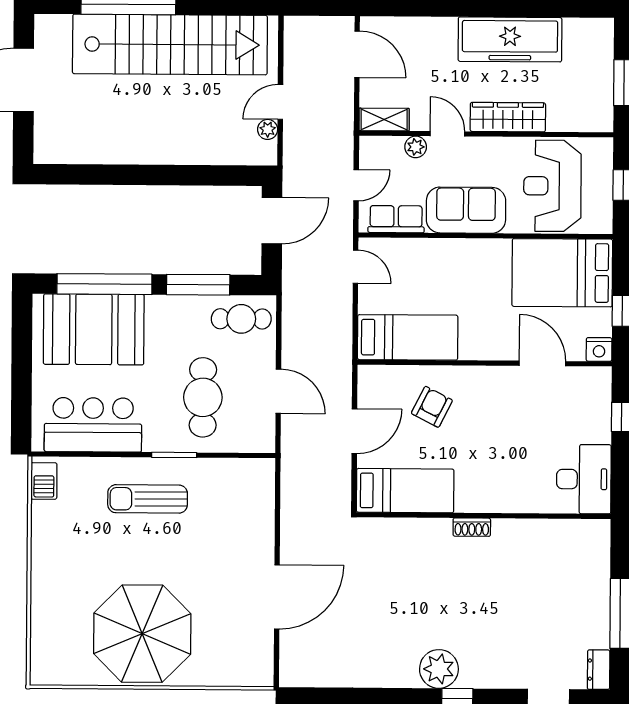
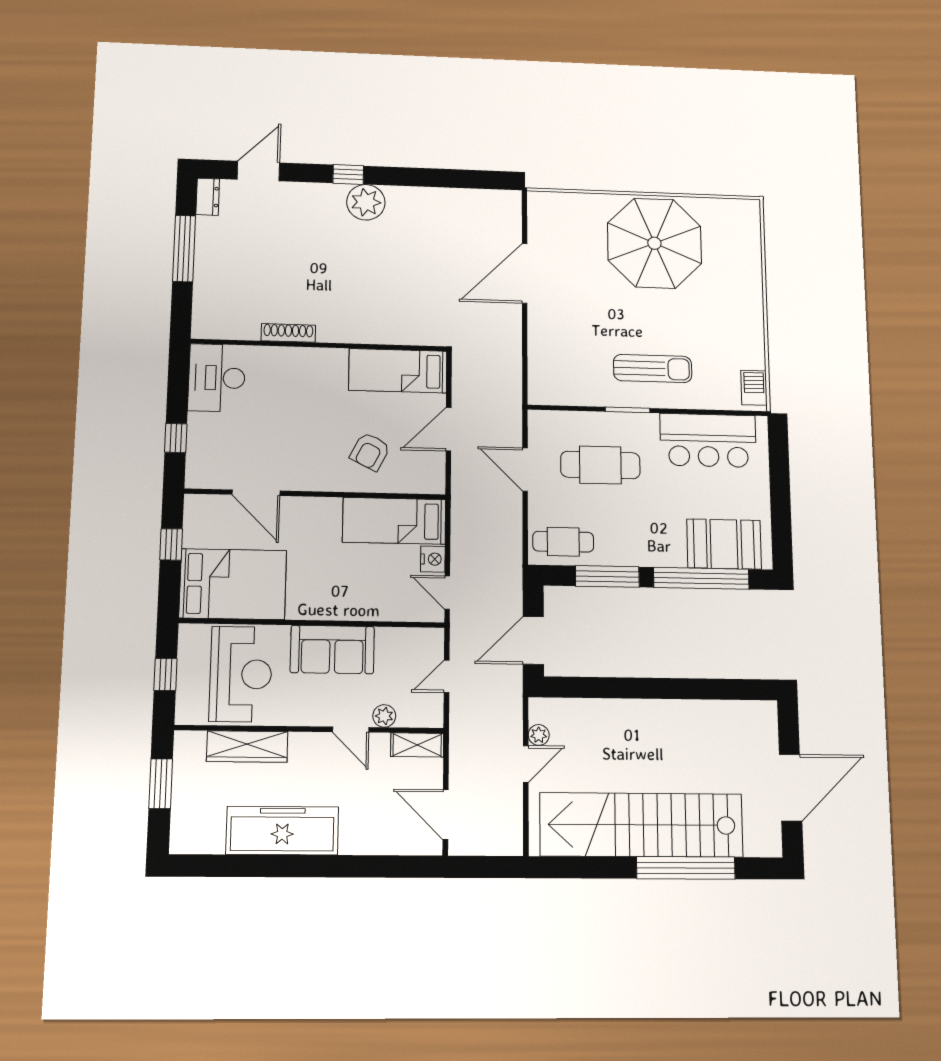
wardrobe: (508, 117) -> (247, 747), moved
row of seats: (396, 219) -> (405, 641), removed
booth: (94, 329) -> (724, 544), width x0.73, depth x0.70
nightstand: (599, 349) -> (433, 559), moved, turned 90
cafe table: (203, 397) -> (600, 465), turned 90
shoe rack: (472, 527) -> (288, 333), moved, width x1.43

